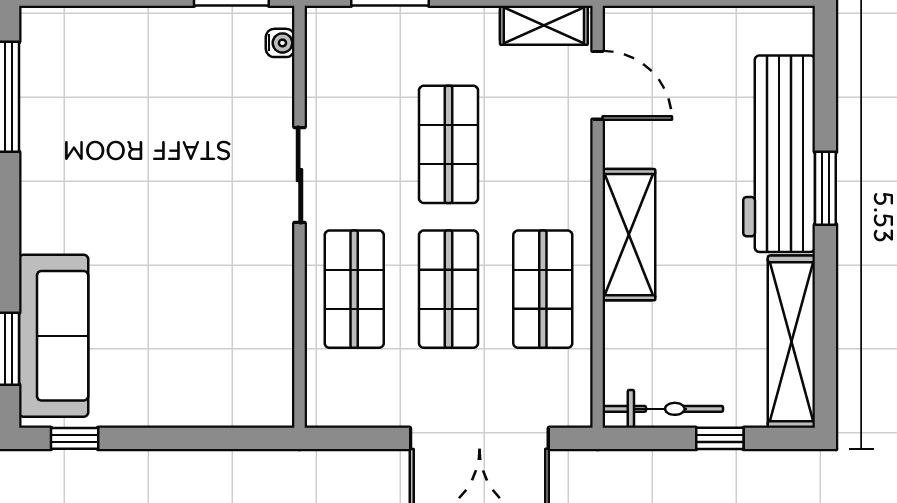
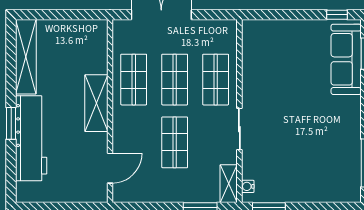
shelving: (544, 25) -> (229, 184), moved, turned 90
door: (598, 85) -> (110, 168), swing flipped
bicycle: (663, 409) -> (82, 28), removed
window: (720, 438) -> (57, 15), removed

